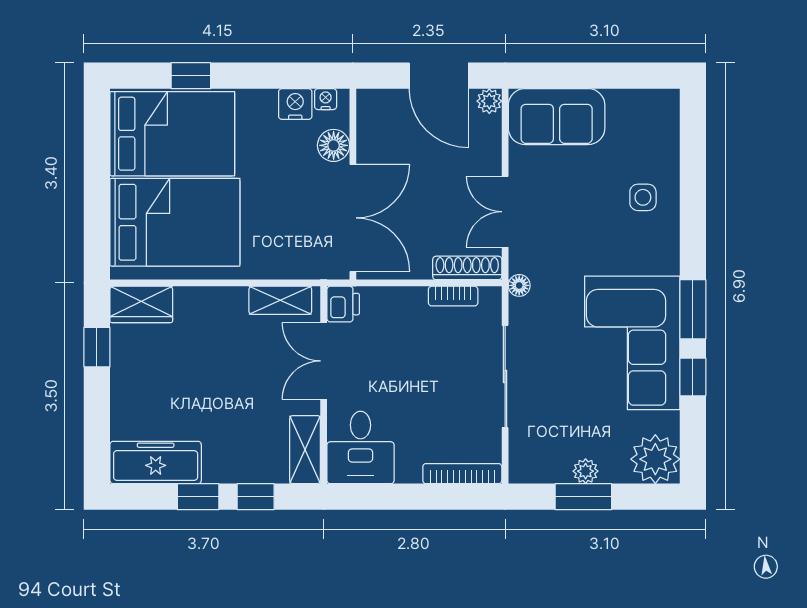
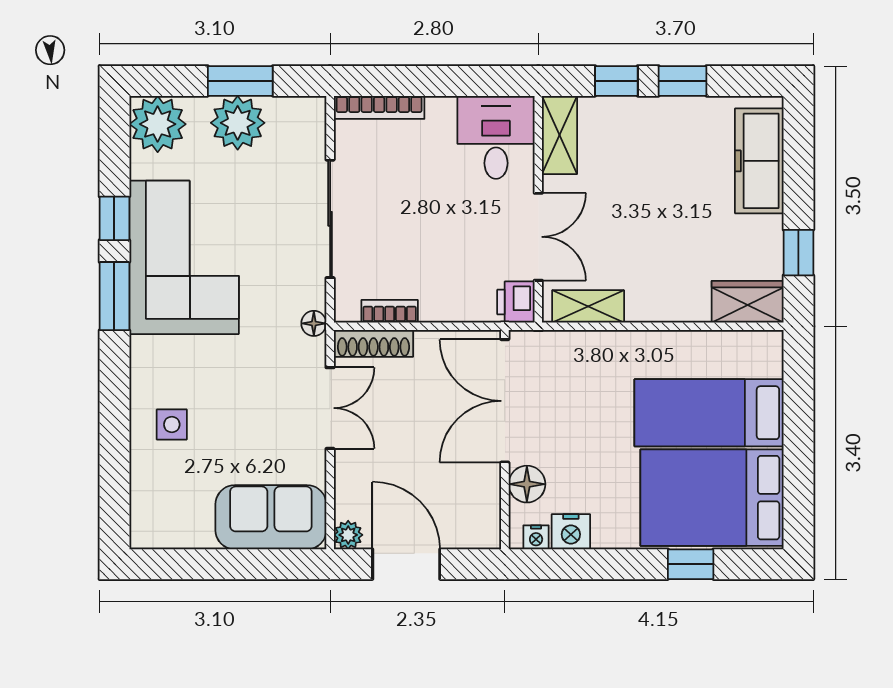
bed: (175, 222) -> (709, 413), width x0.67
freezer: (156, 463) -> (759, 161), moved, turned 90
plant: (586, 471) -> (238, 123), width x1.88, depth x1.88

